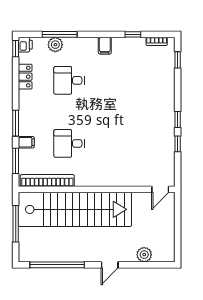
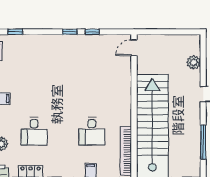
door: (160, 189) -> (134, 48), swing flipped
window: (57, 265) -> (203, 142), width x0.68

